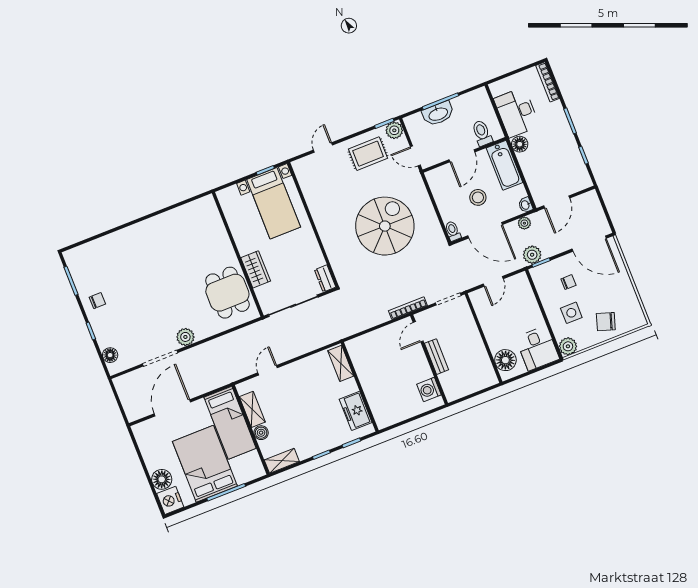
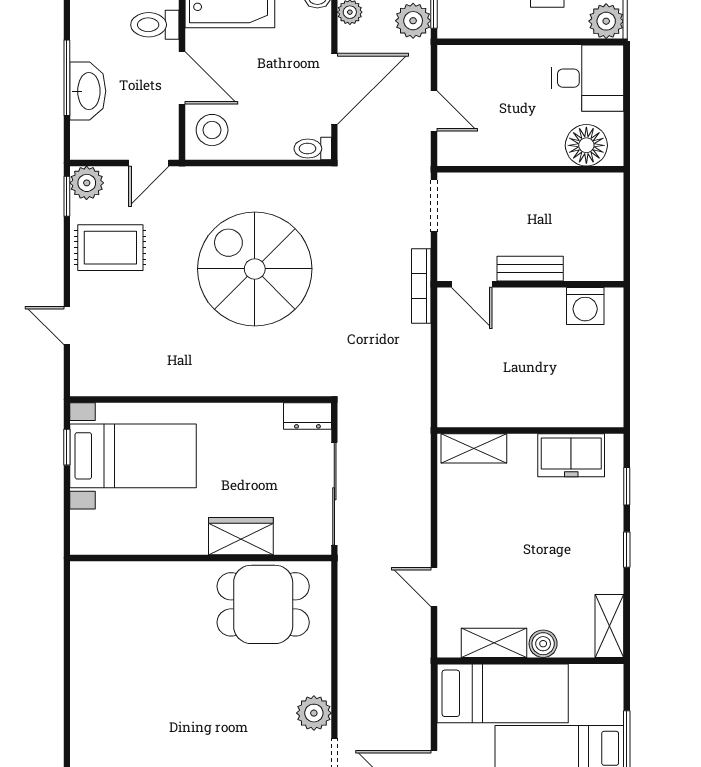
rug: (368, 154) -> (110, 248), turned 90
stool: (478, 197) -> (212, 130), moved

